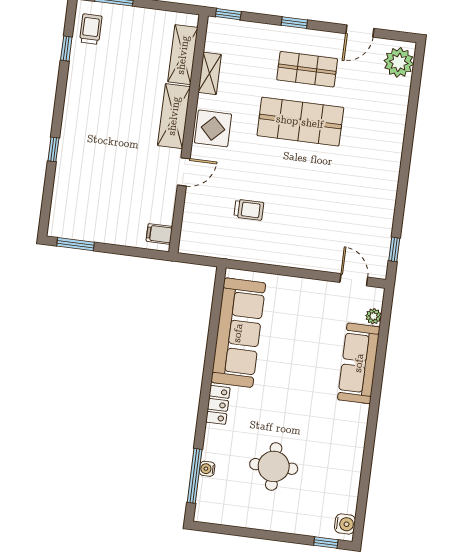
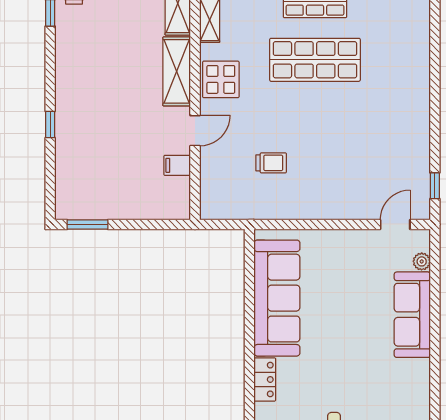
filing cabinet: (159, 234) -> (177, 165), moved
door: (354, 280) -> (395, 224), hinge flipped

